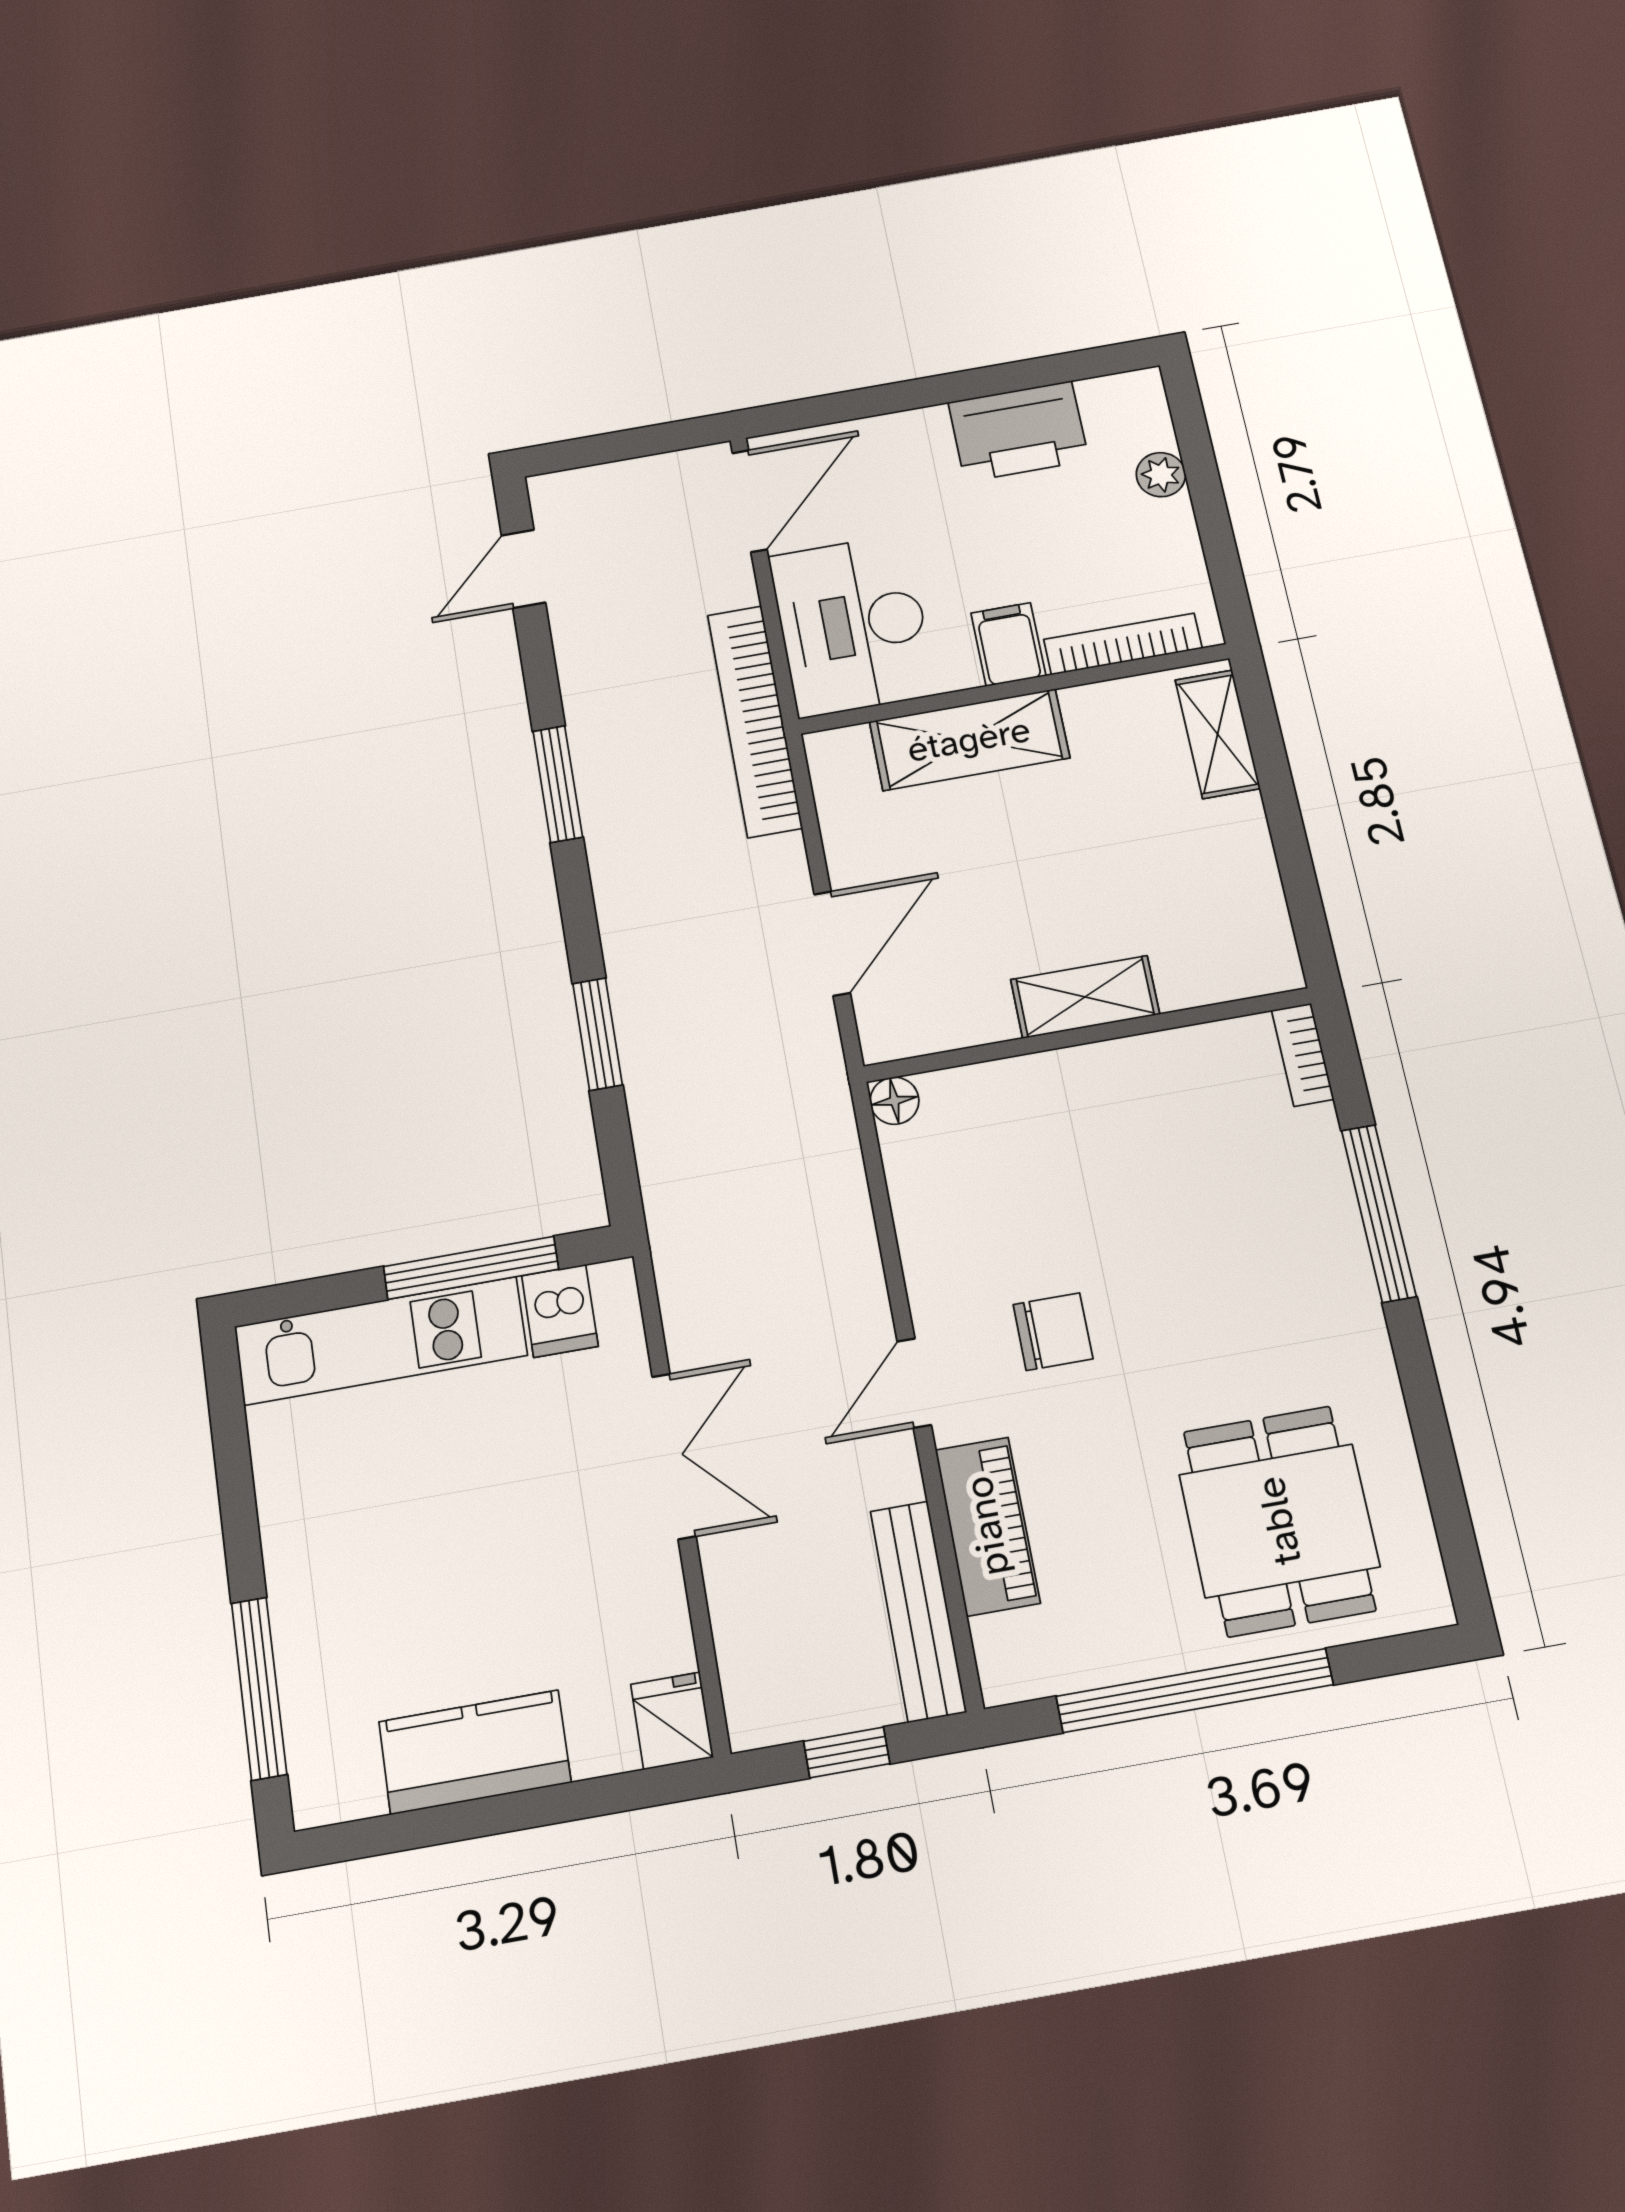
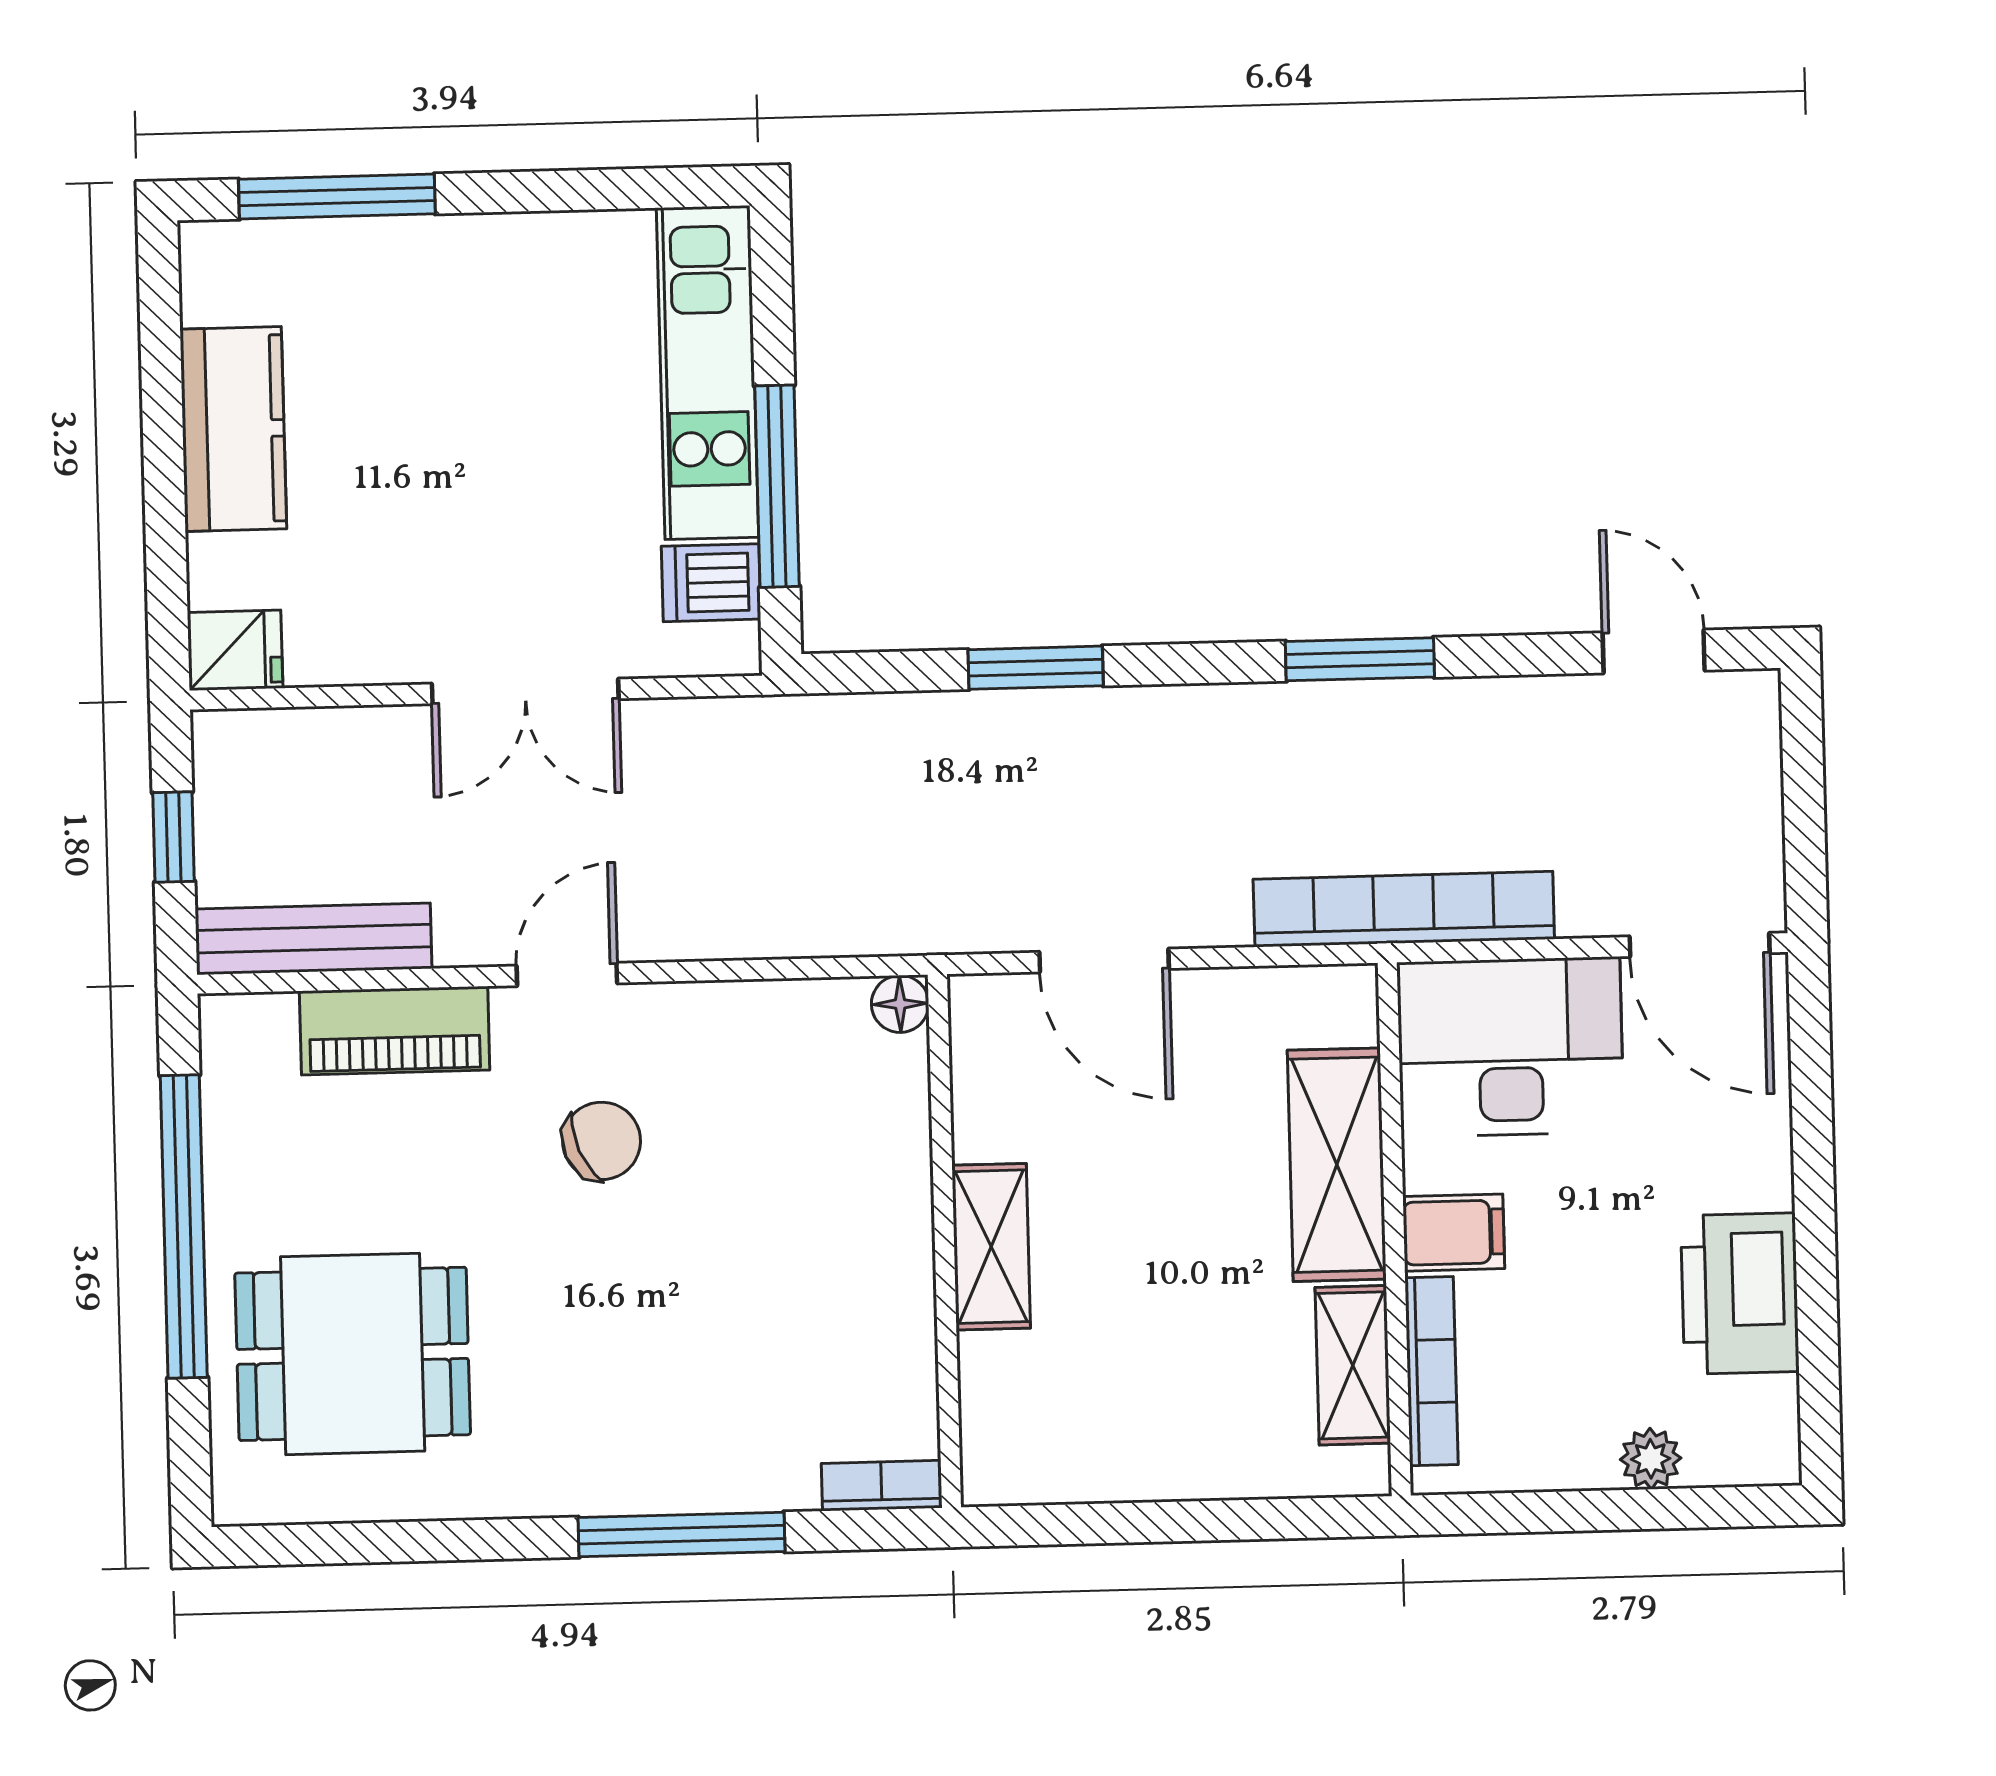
shelving: (1218, 734) -> (1353, 1365), moved, turned 90
chair: (1053, 1332) -> (602, 1141), turned -113
door: (914, 1383) -> (567, 975), hinge flipped

